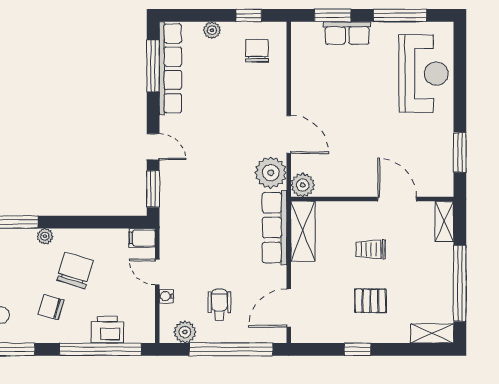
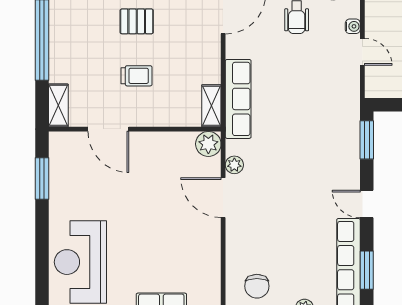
window: (153, 66) -> (367, 270), width x0.69
door: (153, 147) -> (367, 204), moved
plant: (271, 173) -> (234, 165), width x0.53, depth x0.53
shelving: (303, 231) -> (211, 106), width x0.67, depth x0.75
filing cabinet: (142, 238) -> (378, 88), removed

